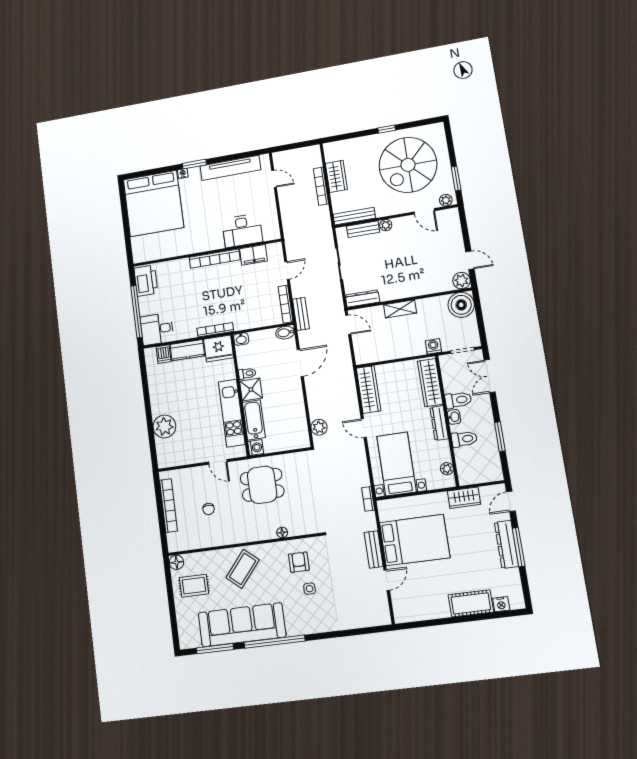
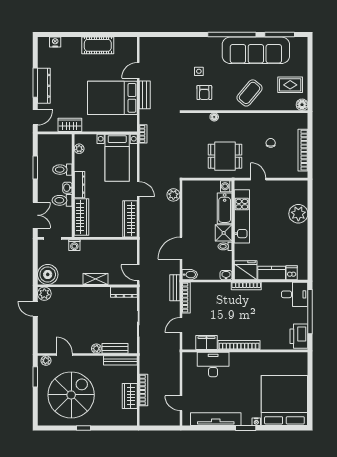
cot: (471, 603) -> (98, 45), moved

